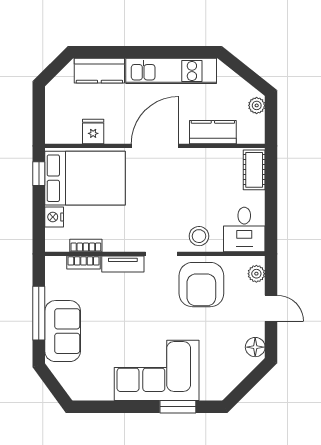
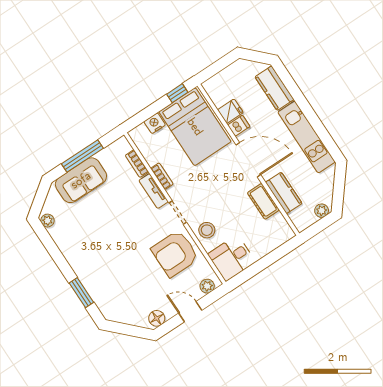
dishwasher: (114, 133) -> (239, 126), added
cot: (254, 170) -> (263, 201), moved, turned 90
bookcase: (86, 245) -> (162, 176), moved
door: (271, 308) -> (190, 312), swing flipped
corner sofa: (157, 370) -> (96, 262), removed
plant: (81, 393) -> (47, 221), added

